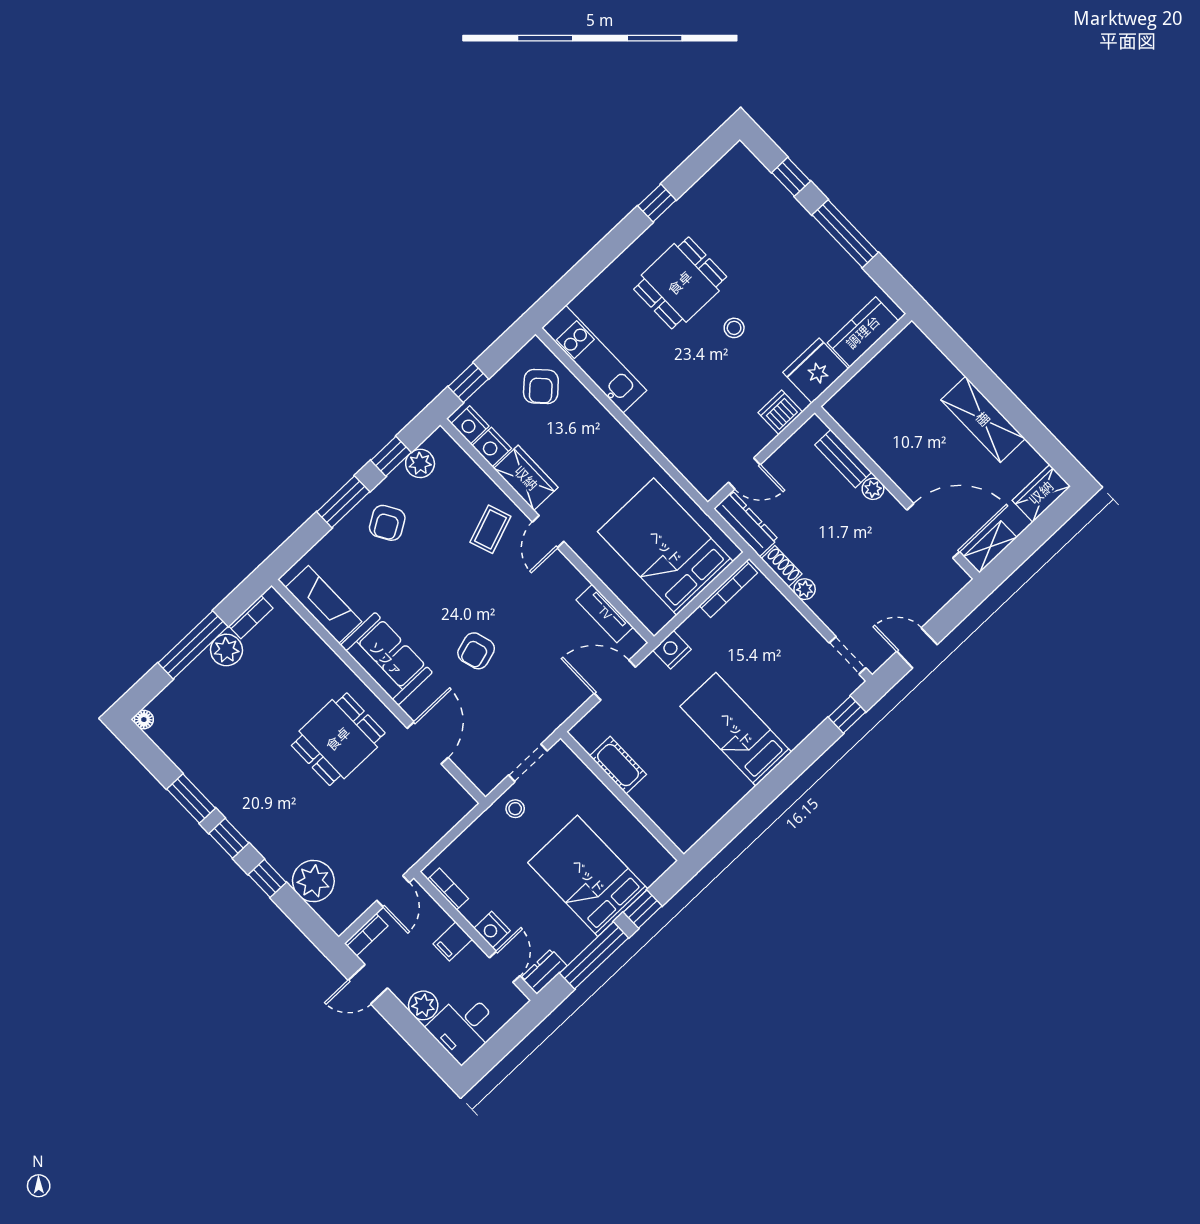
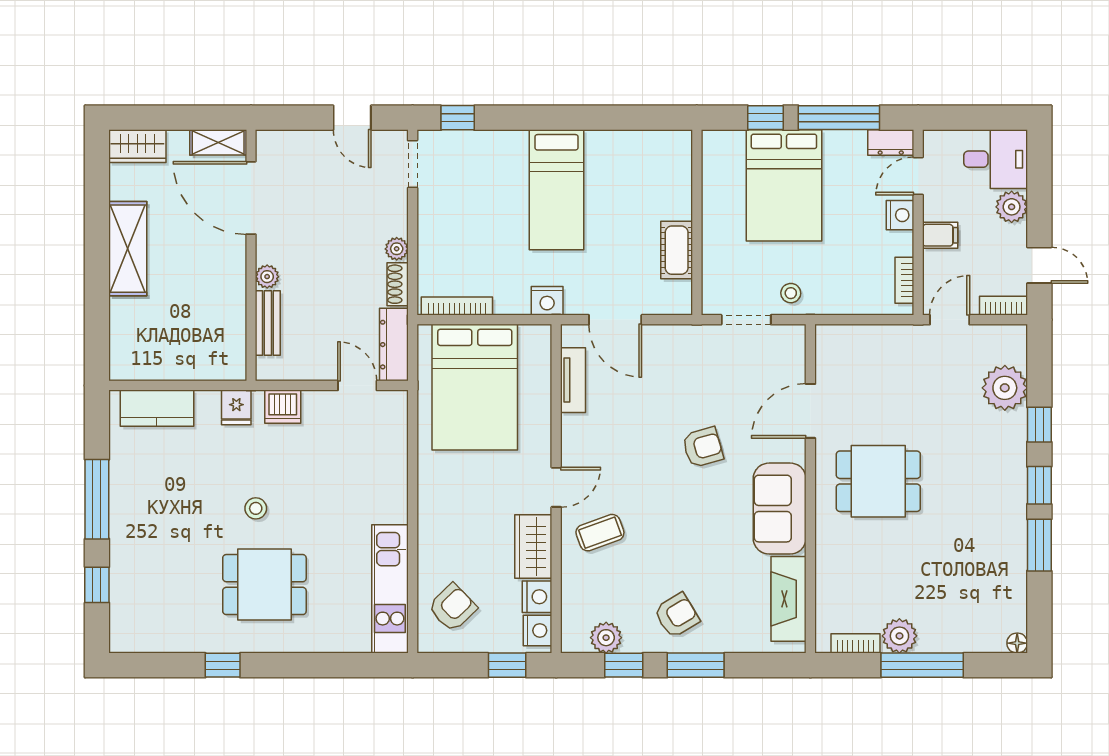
fridge: (816, 371) -> (236, 407), width x0.53, depth x0.75

